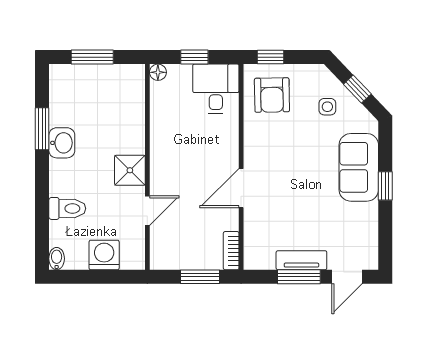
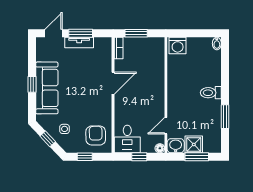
window: (270, 57) -> (85, 157), moved
washbasin: (62, 143) -> (176, 146), moved, turned 90
sofa: (359, 167) -> (47, 88), width x1.36
shower: (130, 170) -> (194, 144), moved
toilet: (67, 208) -> (211, 93), moved
door: (147, 211) -> (166, 126), moved
washing machine: (104, 255) -> (178, 46), moved

